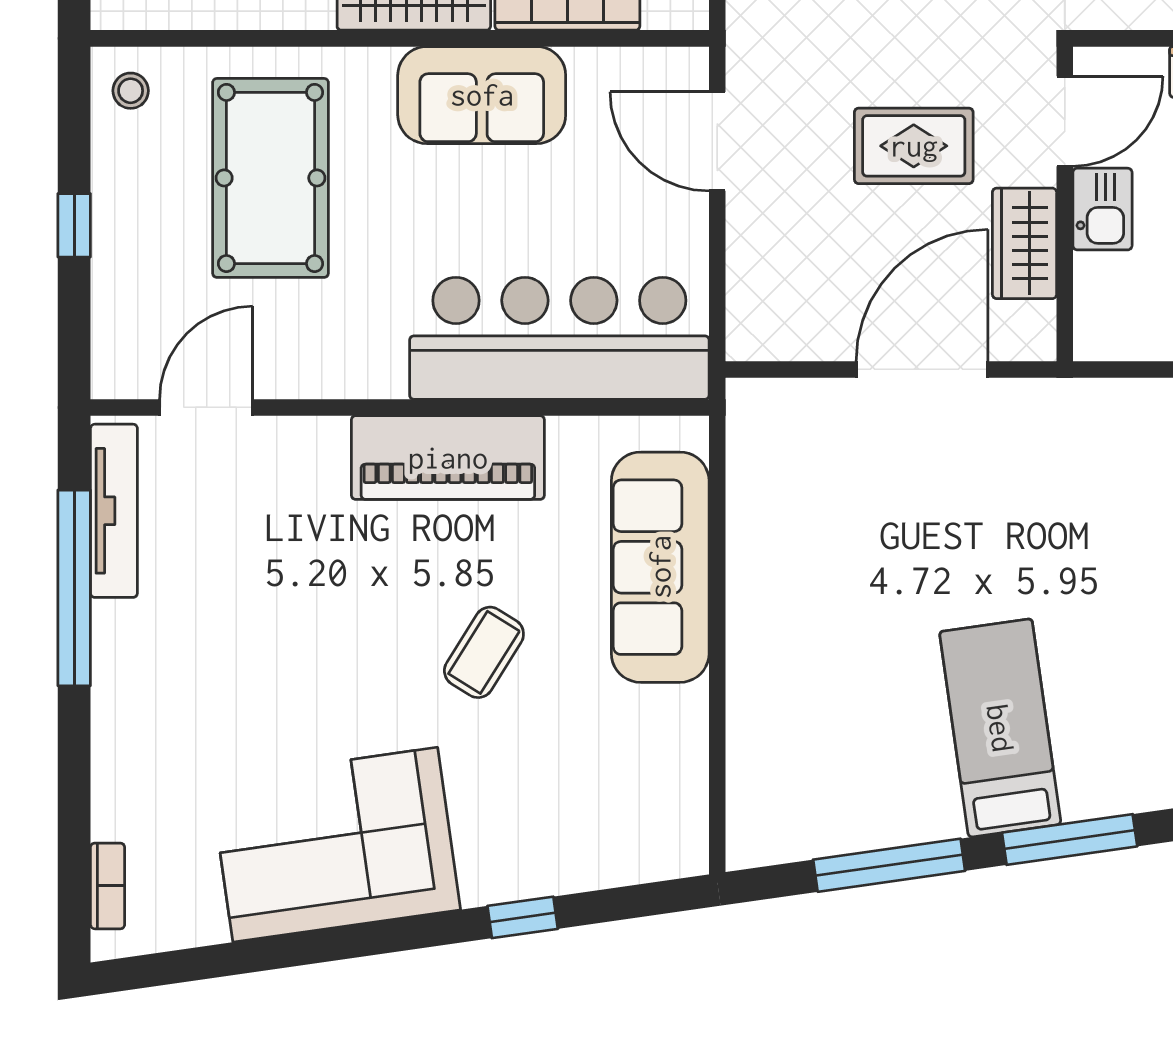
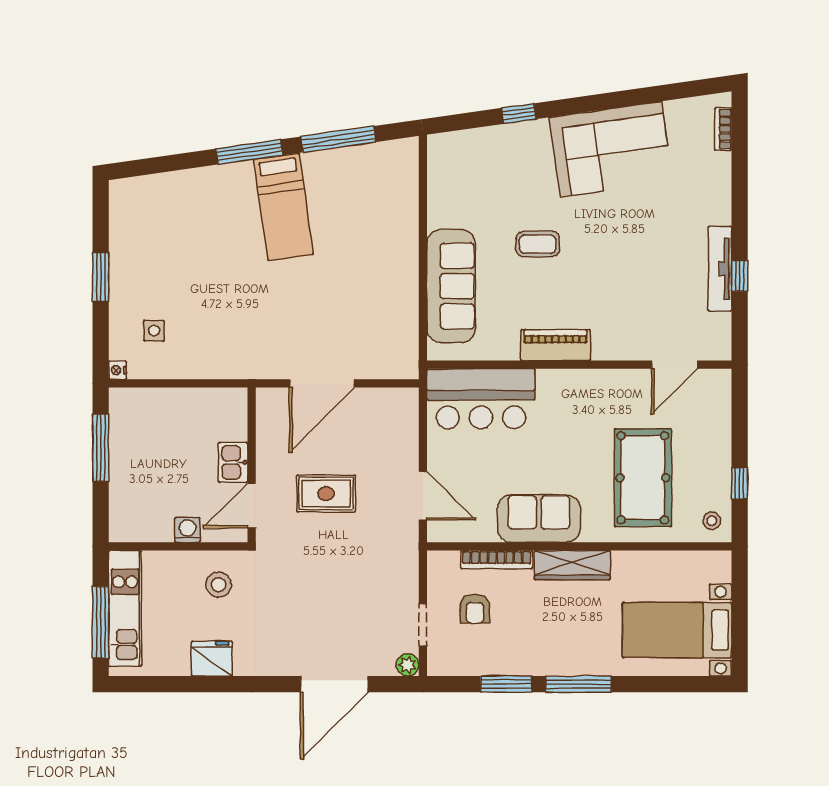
window: (74, 225) -> (740, 483), moved
wardrobe: (1024, 243) -> (272, 445), removed
bar counter: (559, 338) -> (481, 399), width x0.73
piano: (448, 458) -> (555, 345), width x0.73, depth x0.75
tv unit: (114, 511) -> (720, 269), moved
window: (74, 588) -> (740, 276), width x0.32
coffee table: (484, 652) -> (538, 244), turned 58

